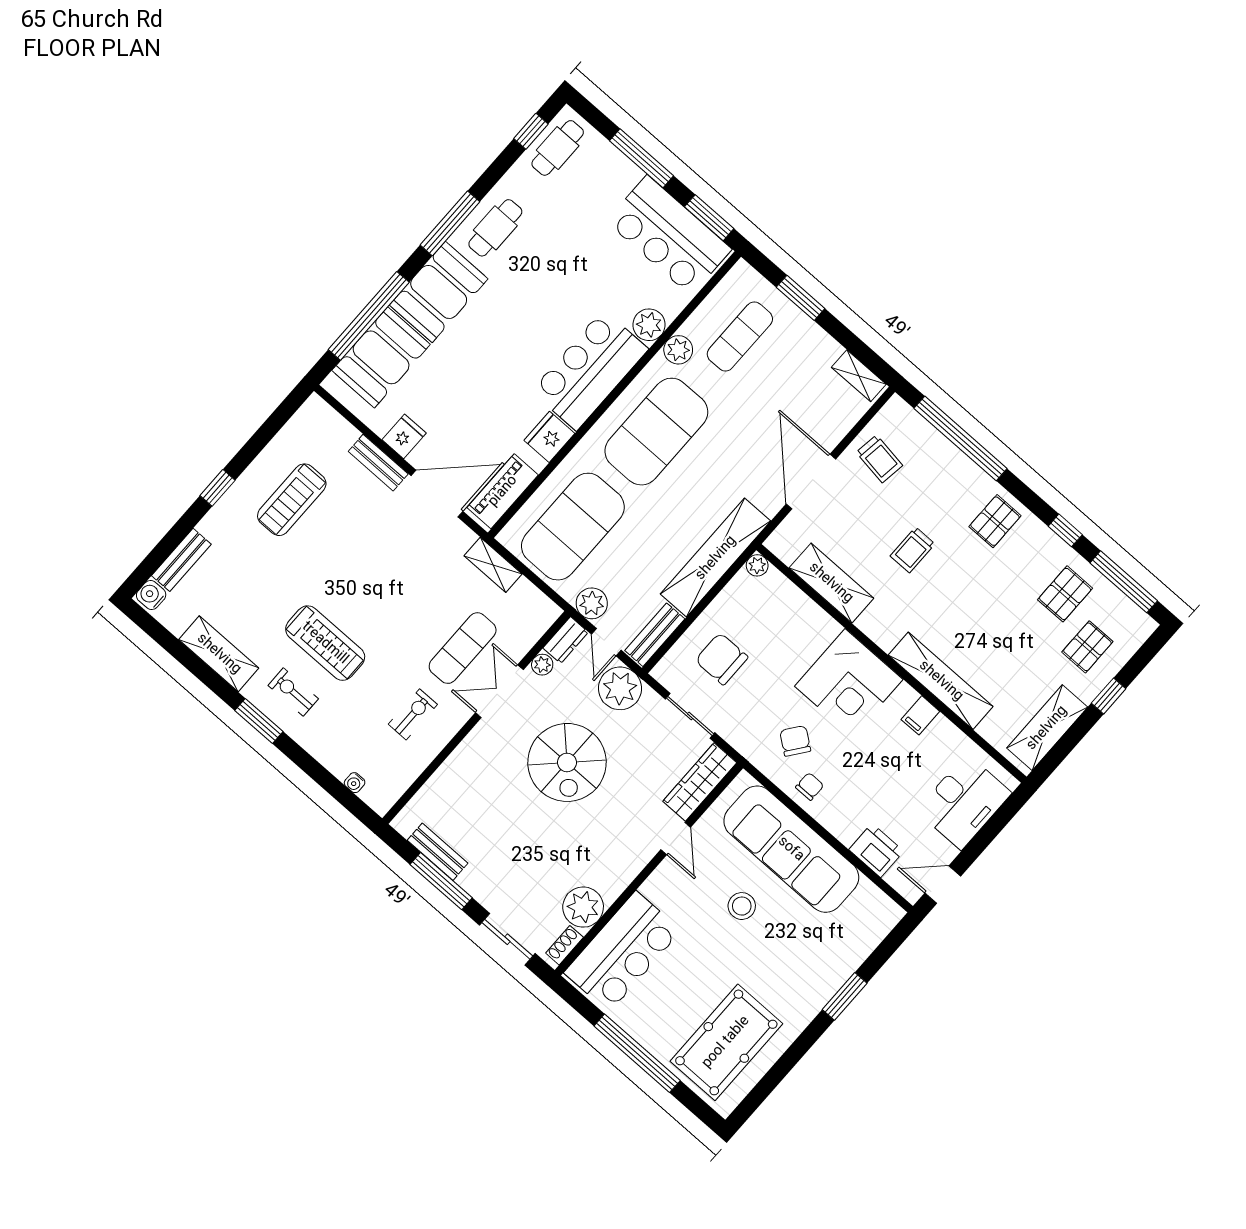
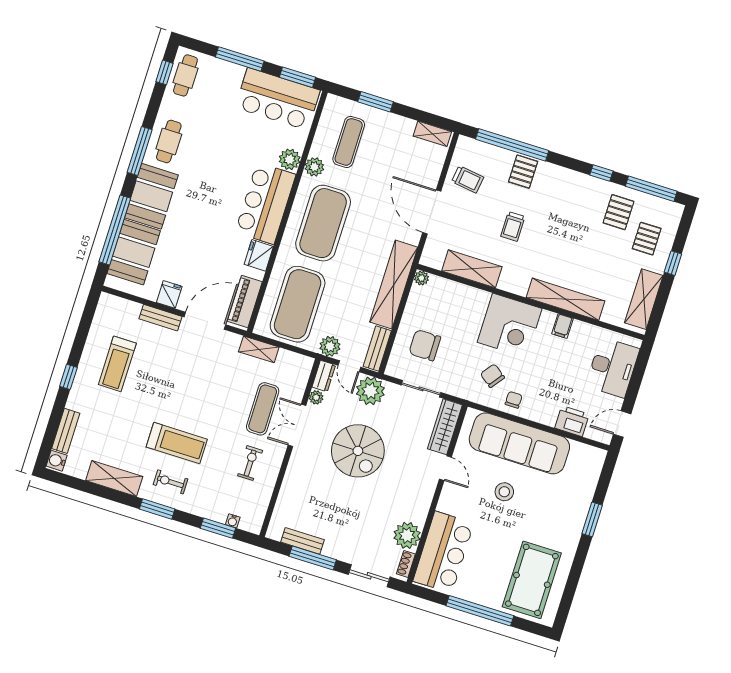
pallet: (995, 521) -> (523, 172), moved
window: (330, 784) -> (218, 528), added

